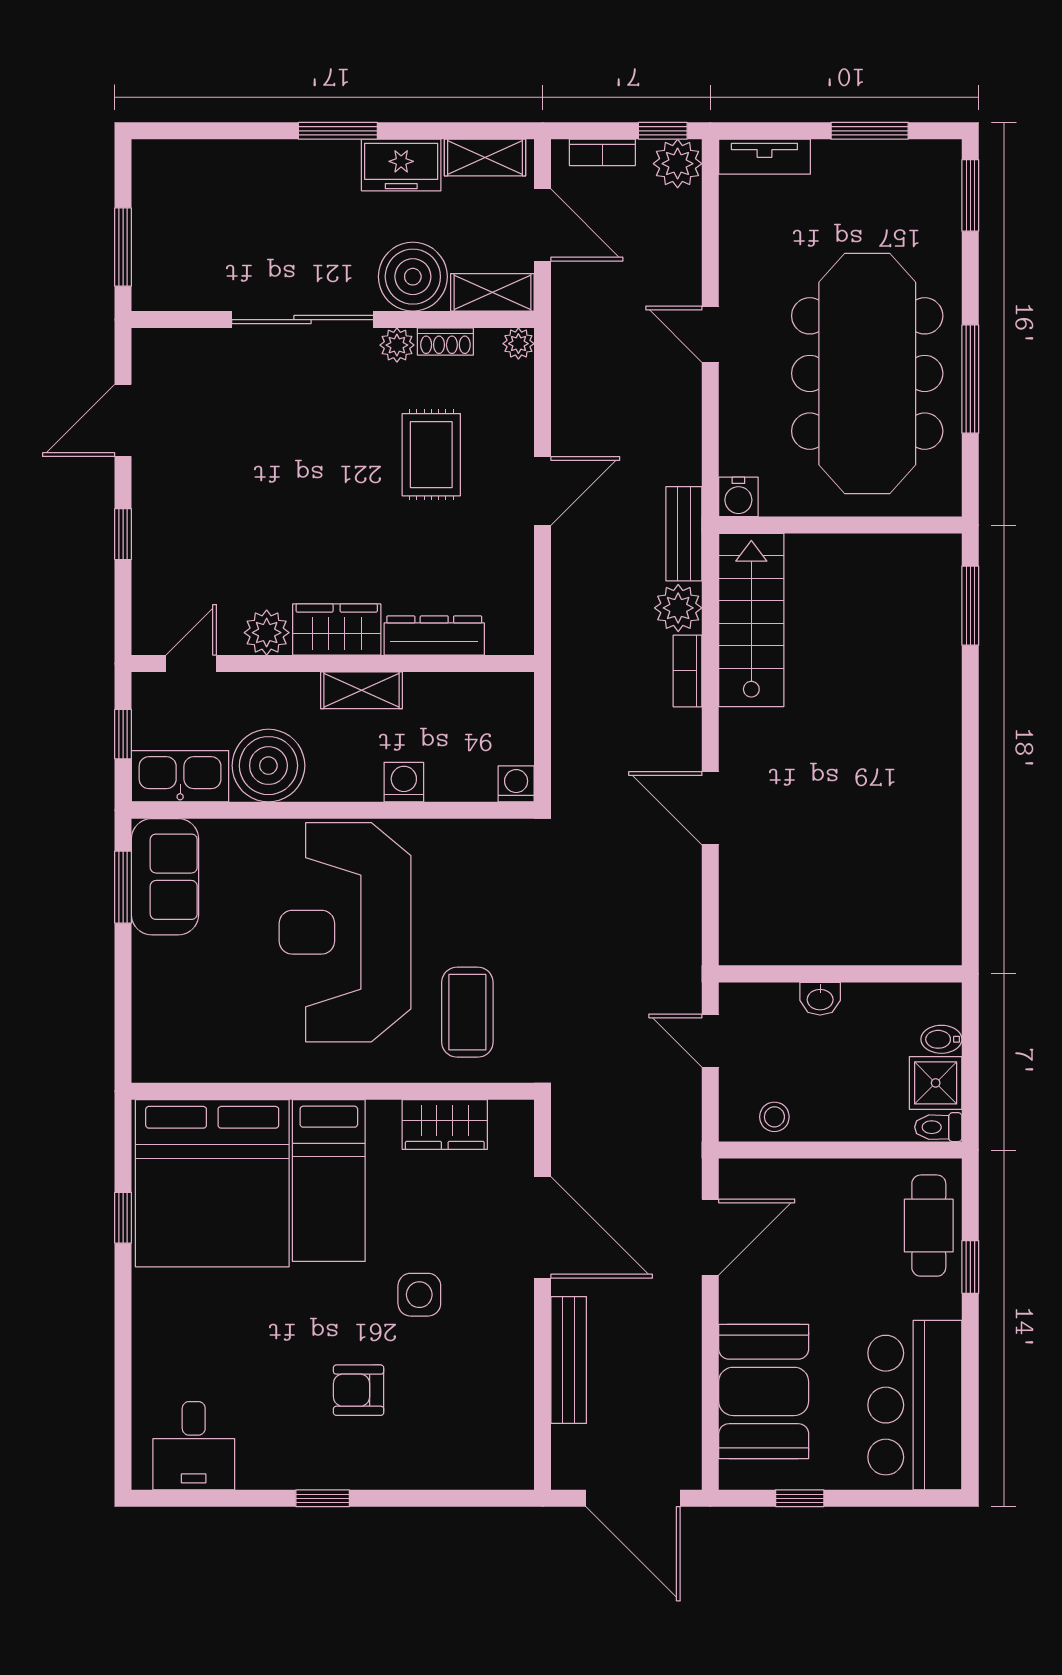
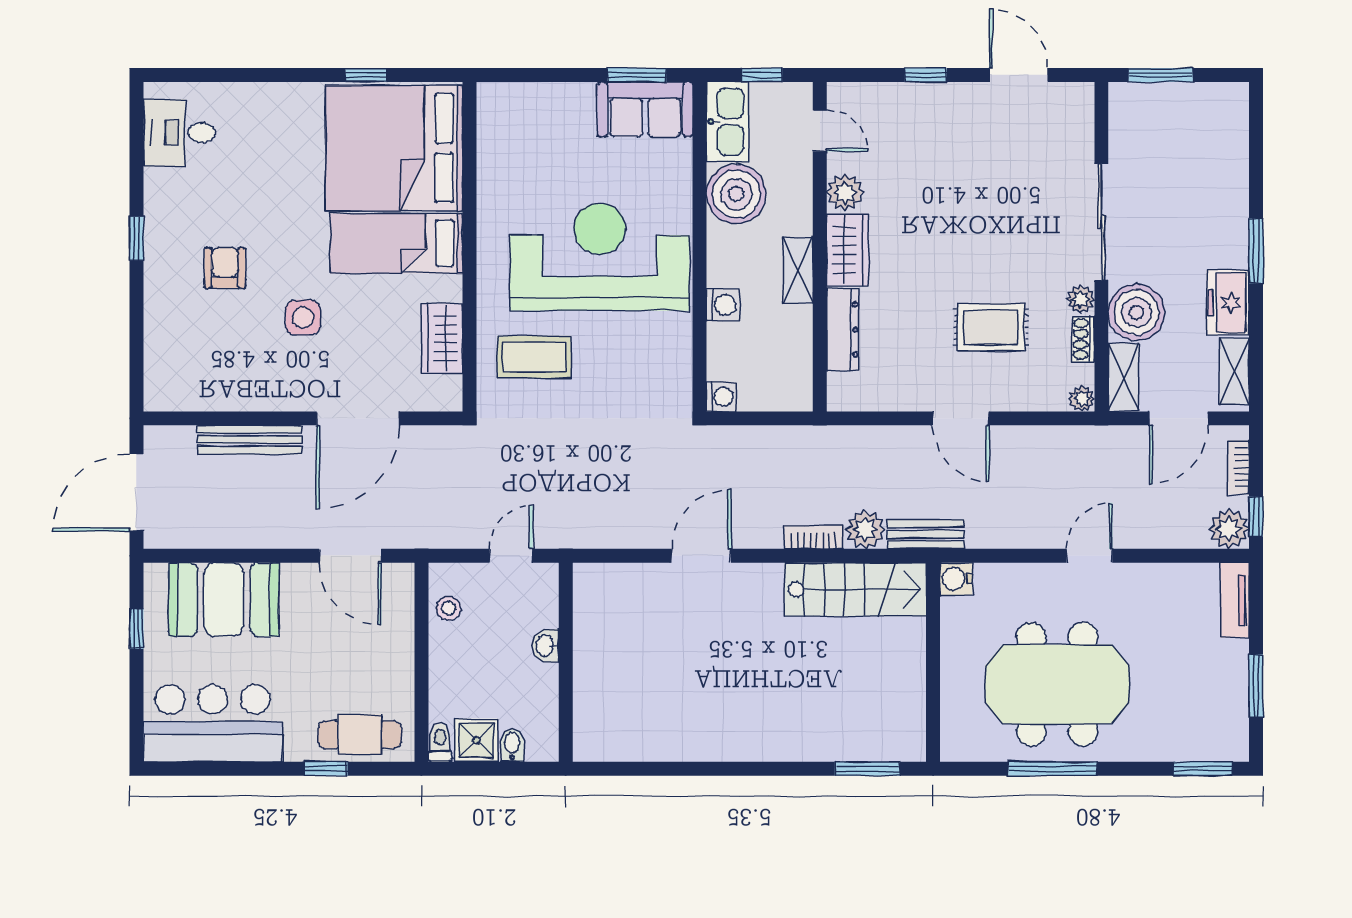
meeting table: (867, 373) -> (1057, 684), width x0.73

